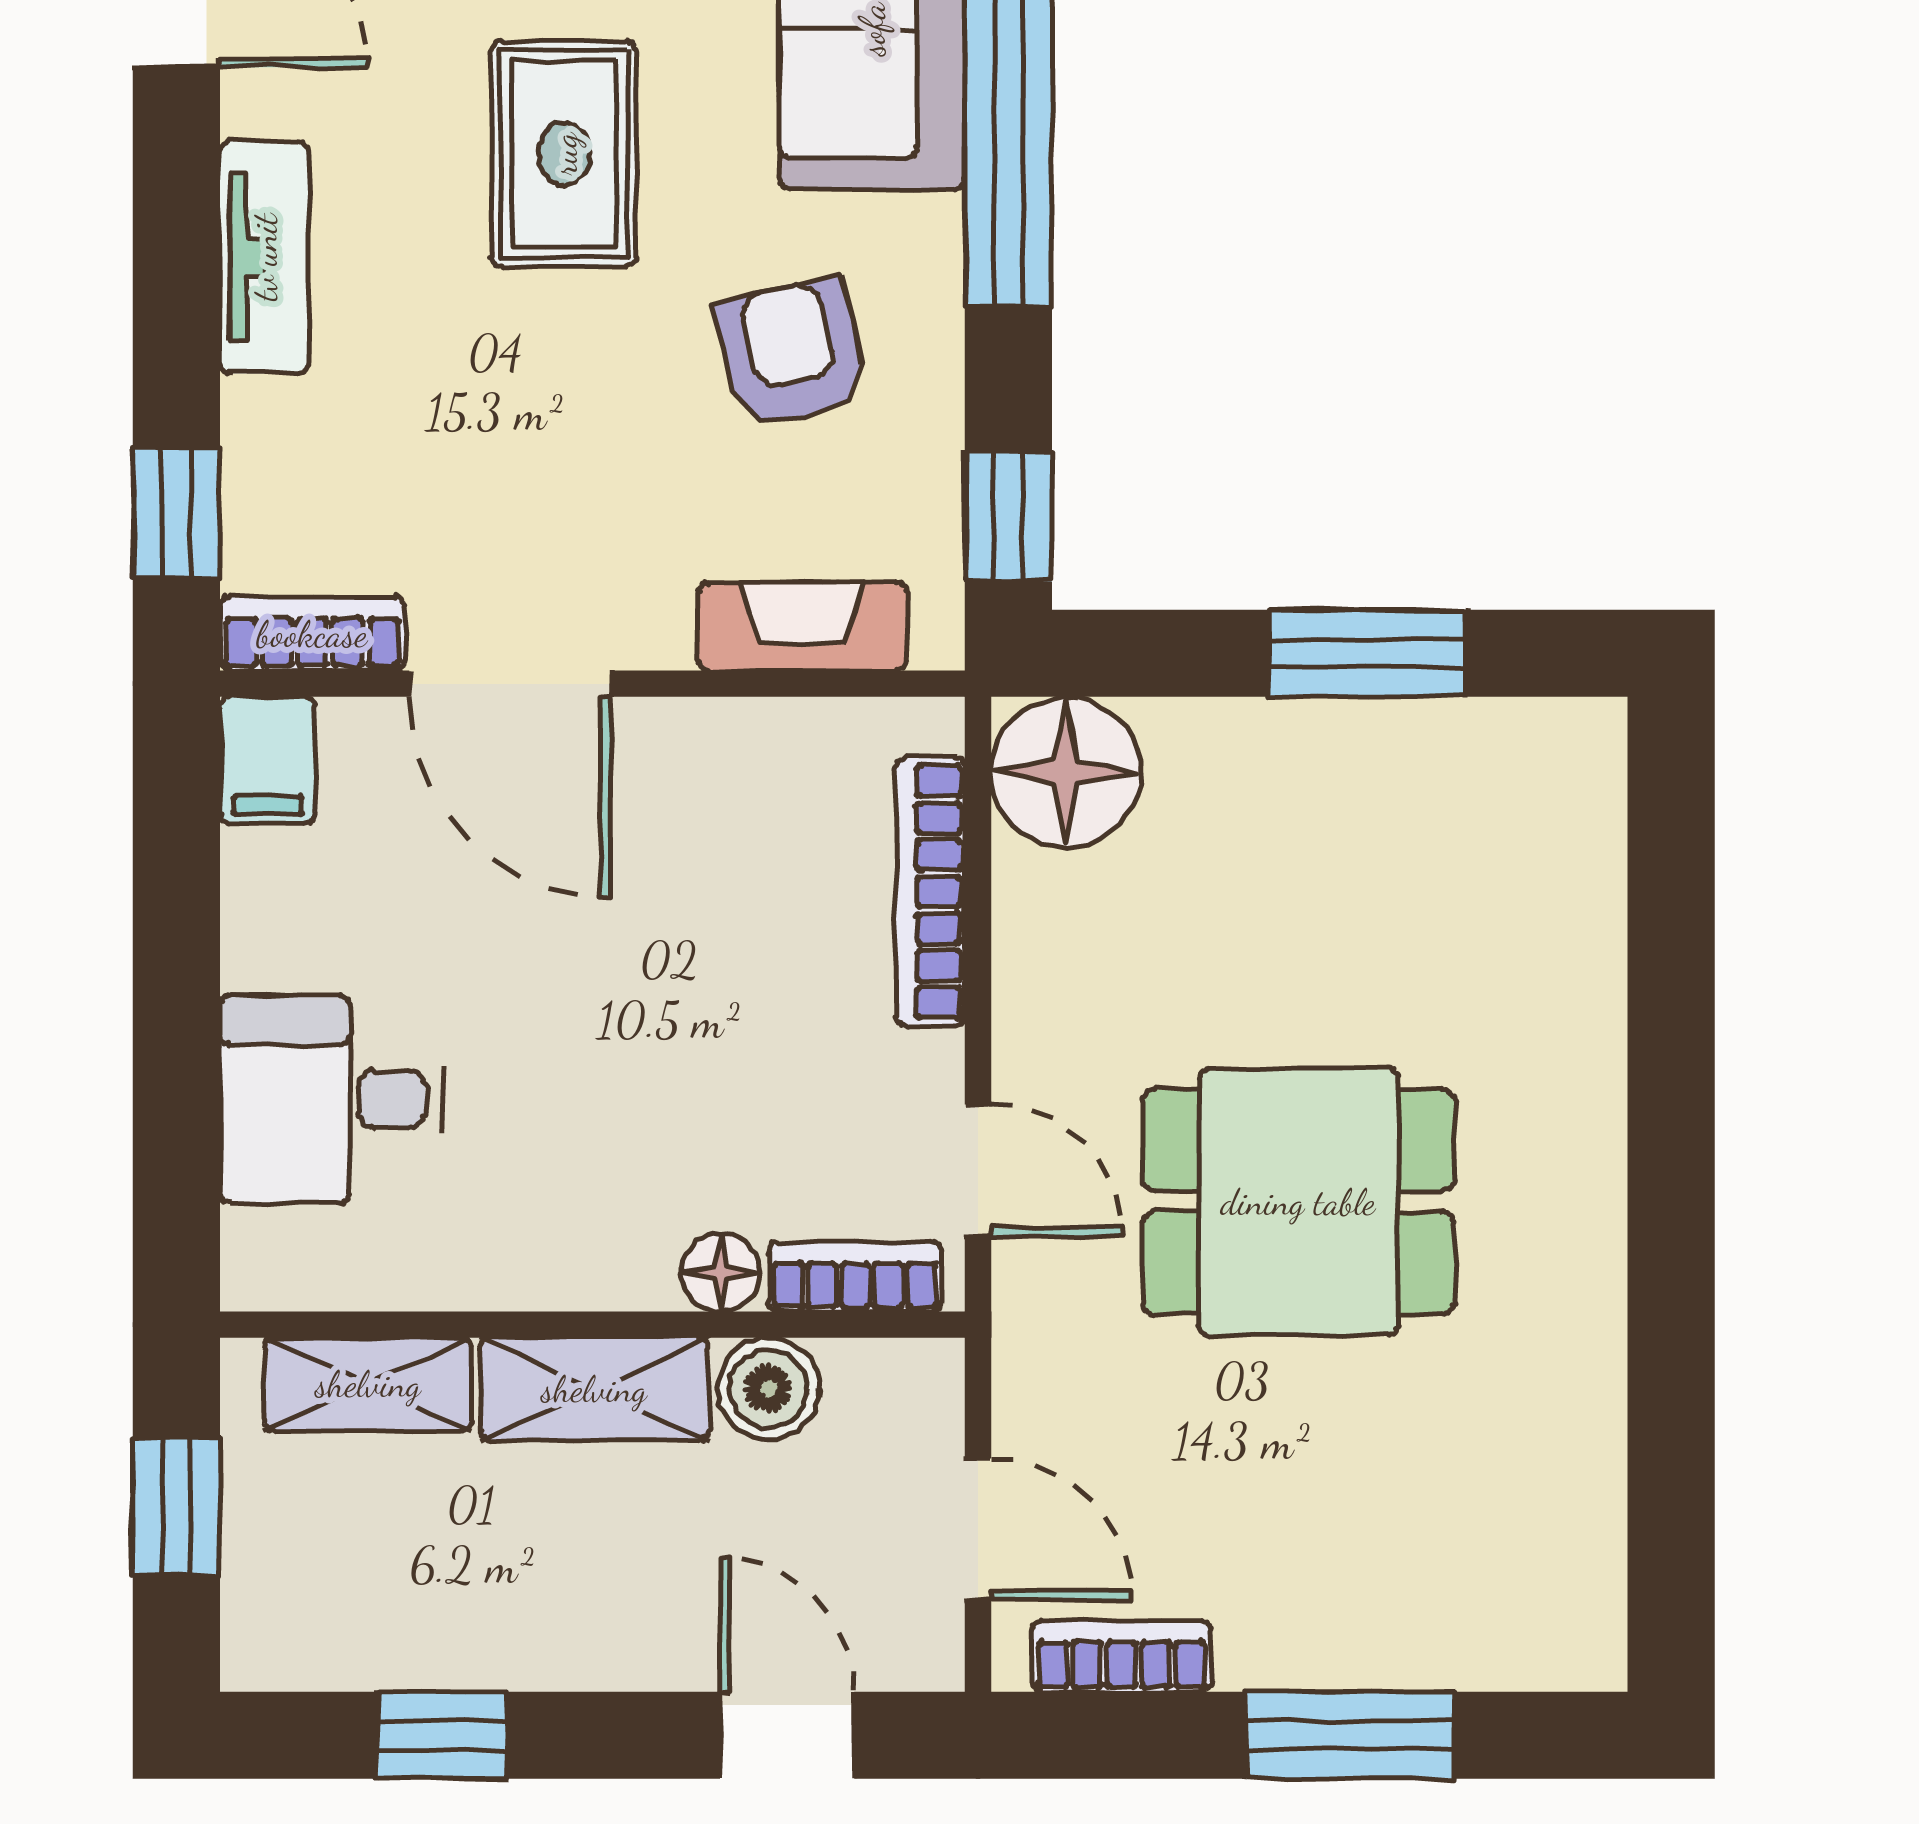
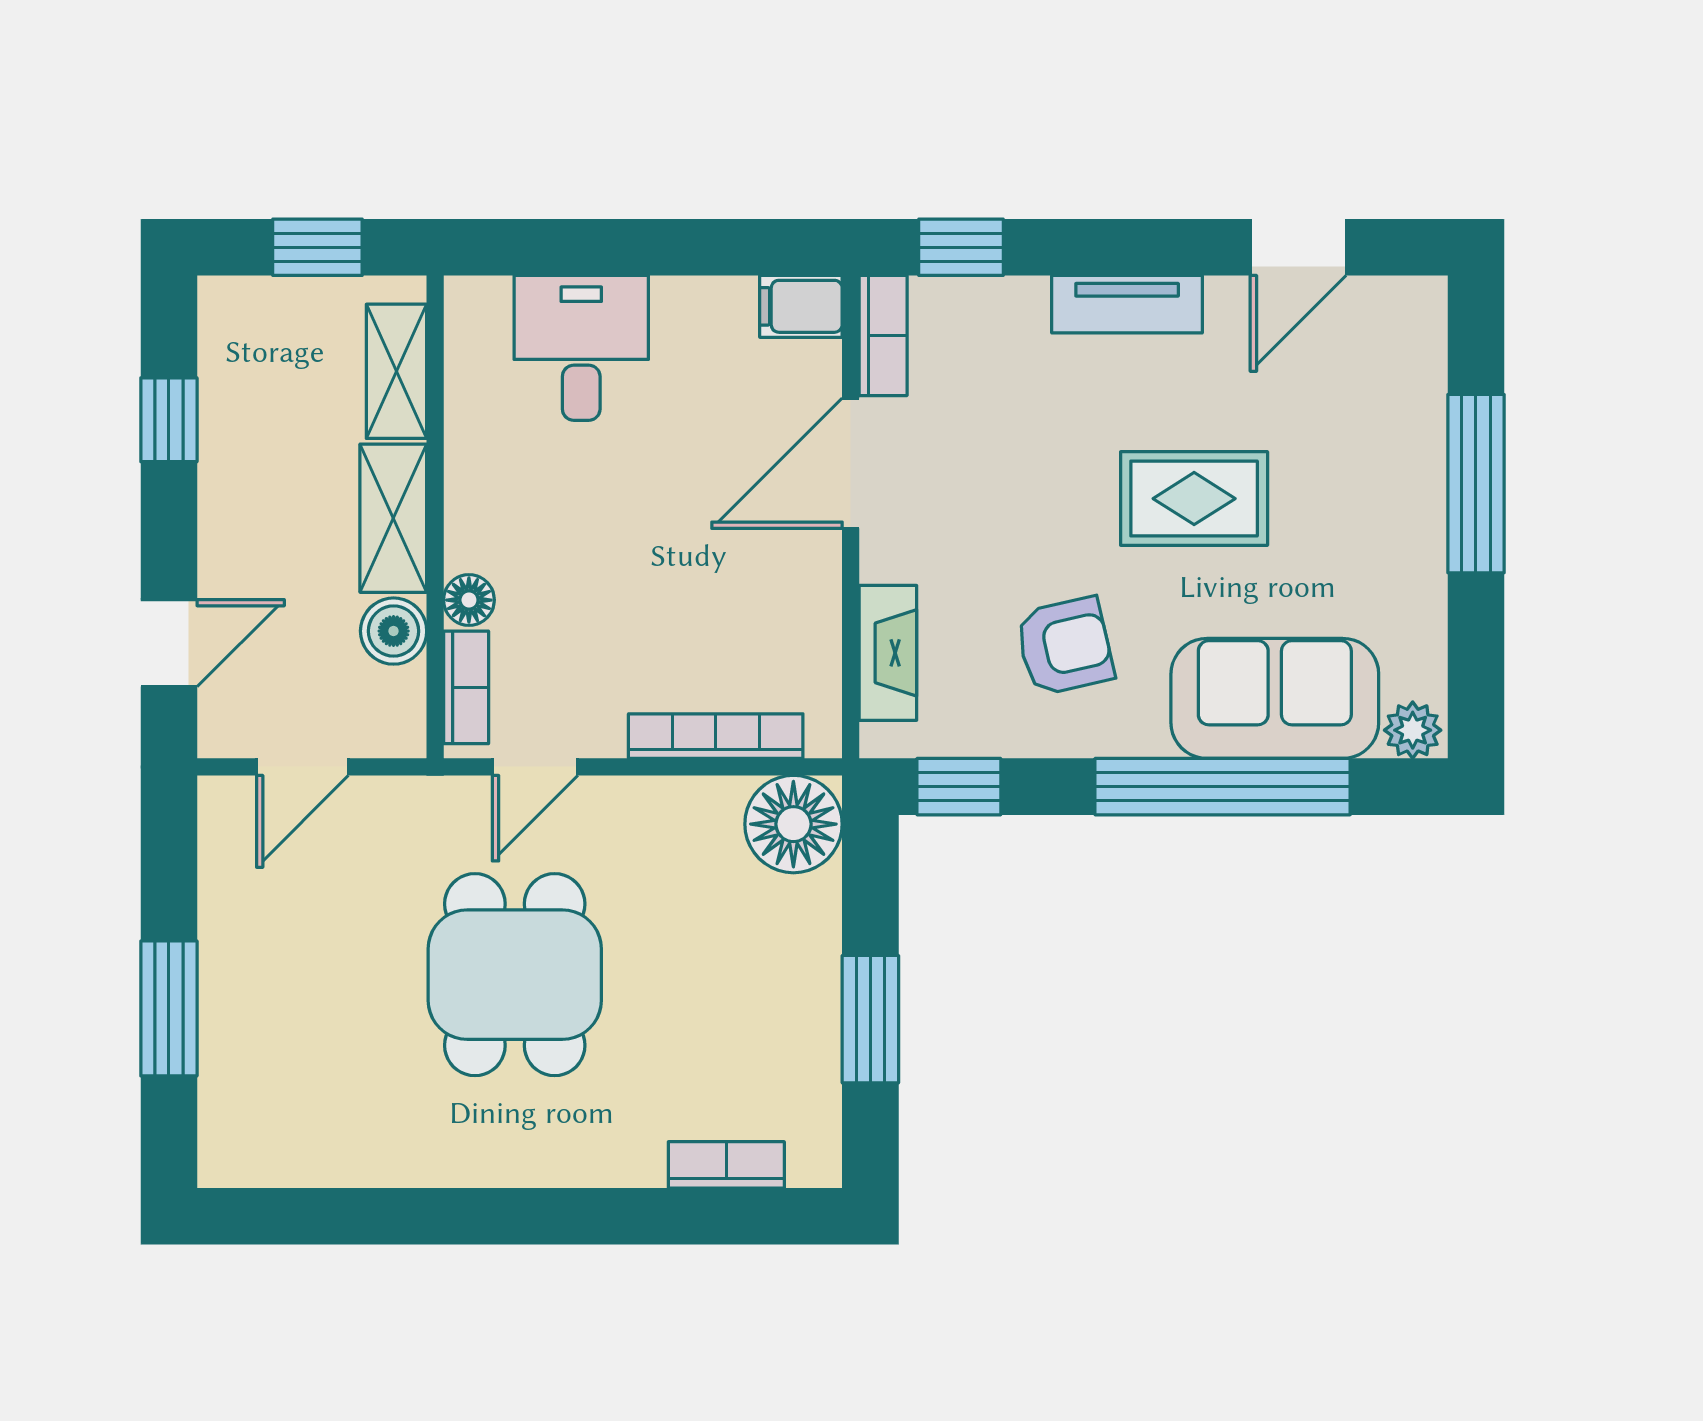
bookcase: (1122, 1656) -> (726, 1165), moved, turned -90

